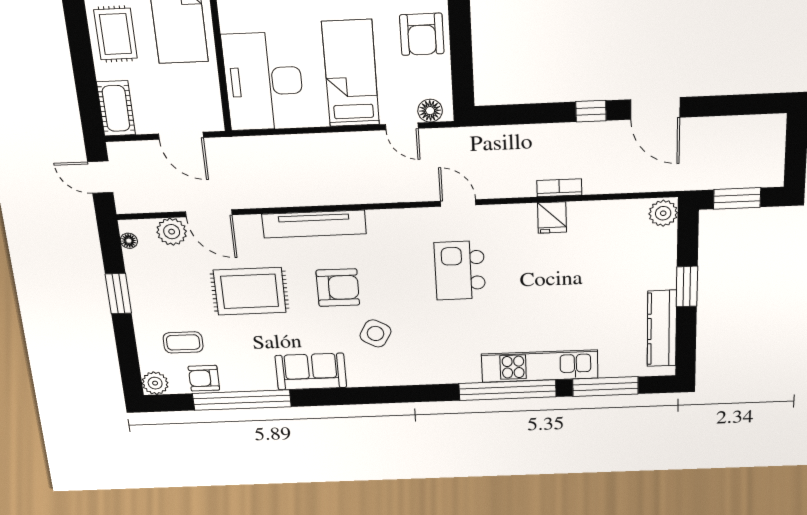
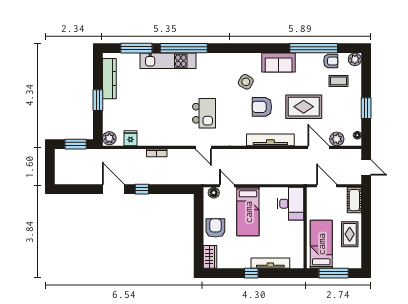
desk: (264, 81) -> (291, 204), width x0.73, depth x0.77
fridge: (552, 218) -> (131, 138), moved

